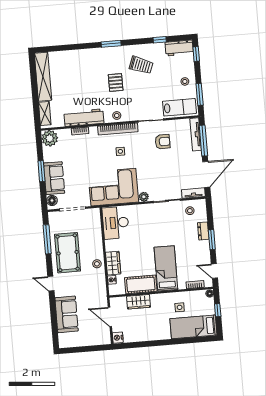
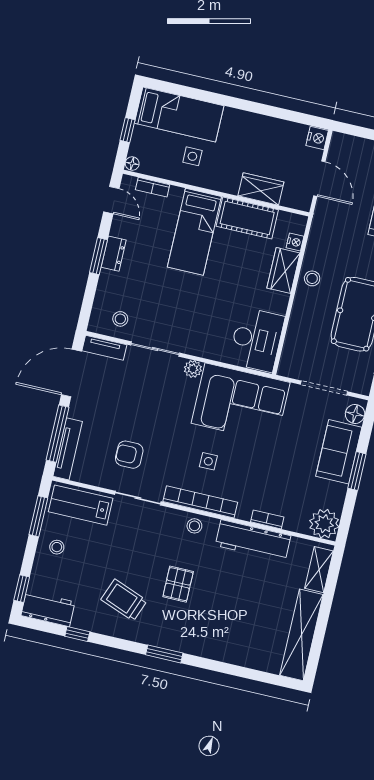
dresser: (203, 231) -> (114, 254), moved

